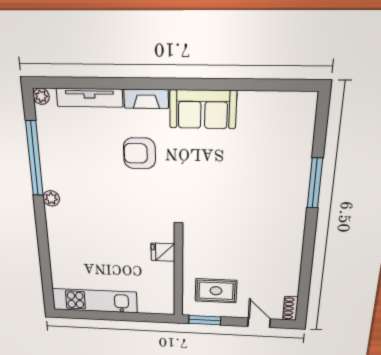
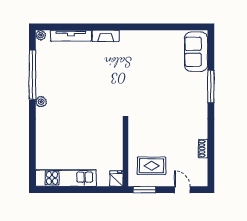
sofa: (203, 109) -> (196, 52), moved, turned 90
armchair: (139, 153) -> (101, 70), removed
fridge: (163, 252) -> (116, 179), moved, turned 90
shoe rack: (290, 308) -> (203, 148), moved

